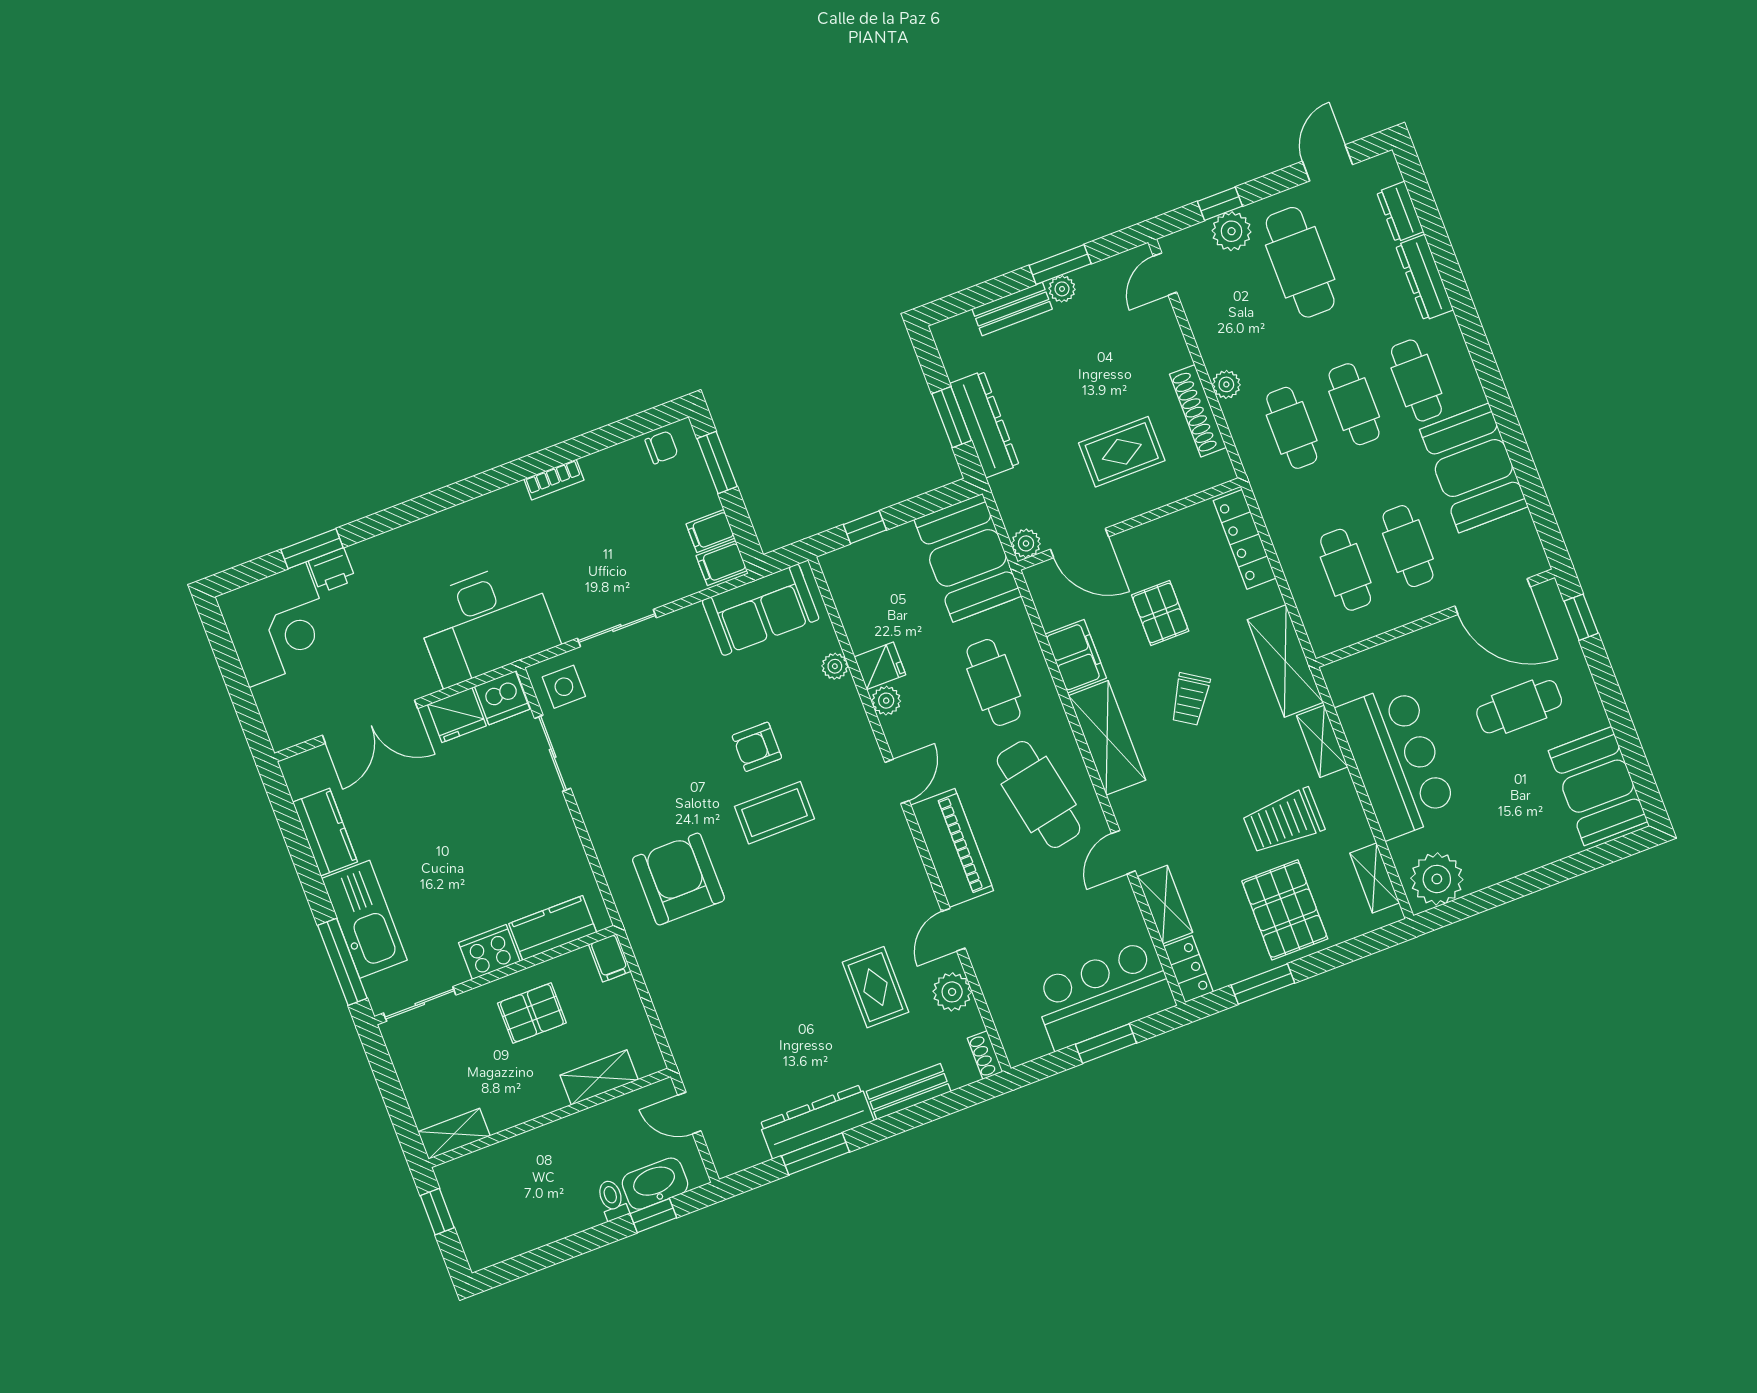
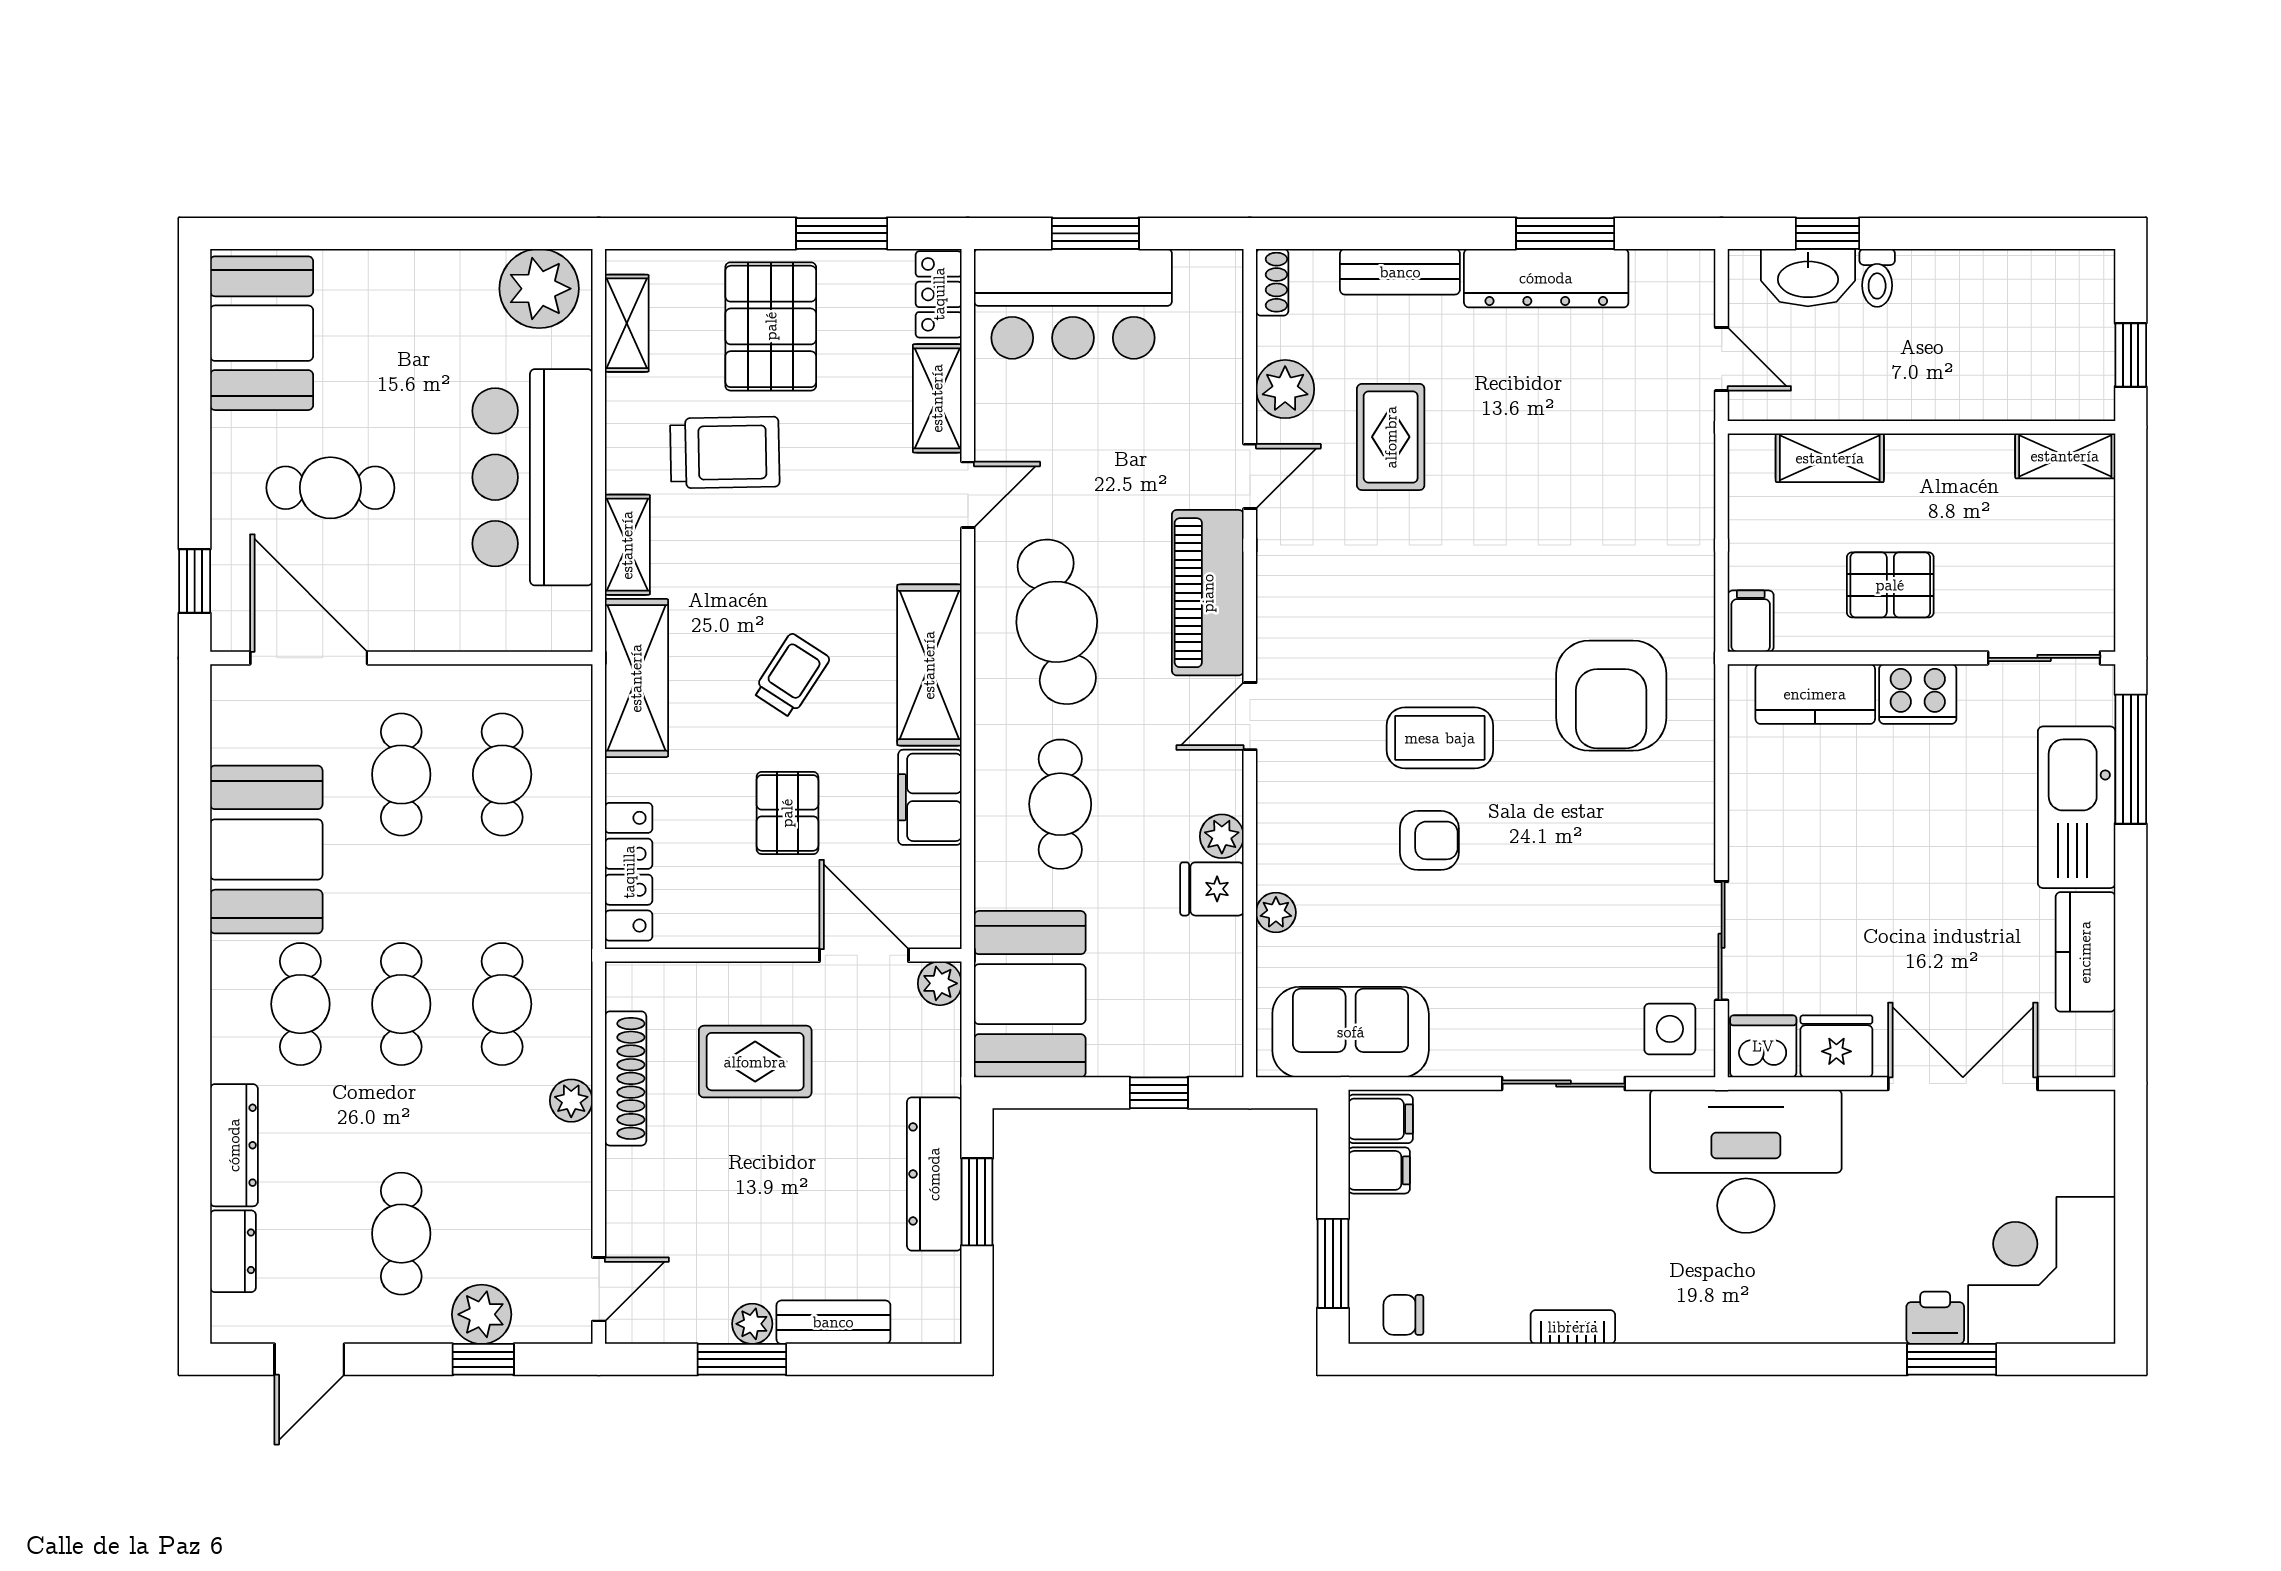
cafe table: (1300, 262) -> (401, 1234), width x0.73, depth x0.74

